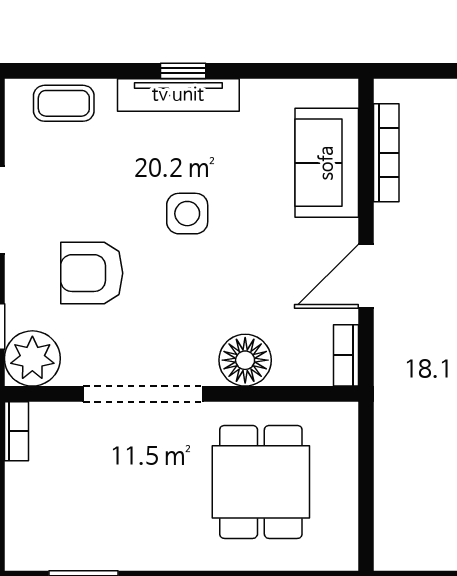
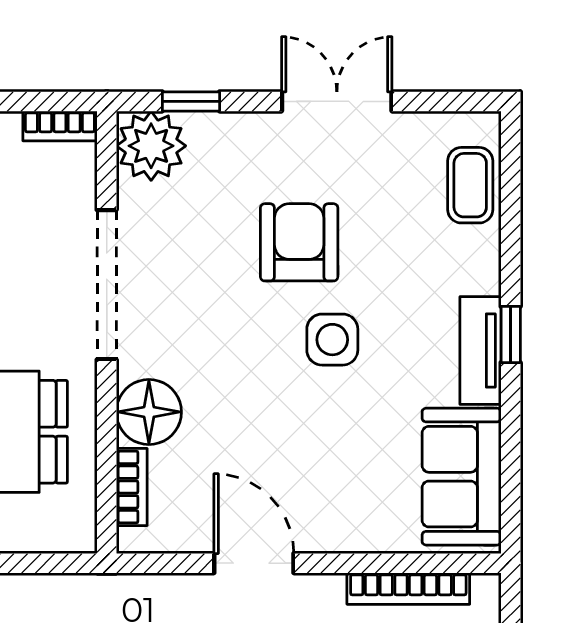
tv unit: (178, 95) -> (481, 350), width x0.71
sofa: (327, 163) -> (462, 477), moved, turned -90
armchair: (92, 273) -> (299, 242), moved
bookcase: (346, 355) -> (132, 487), moved, turned 90

